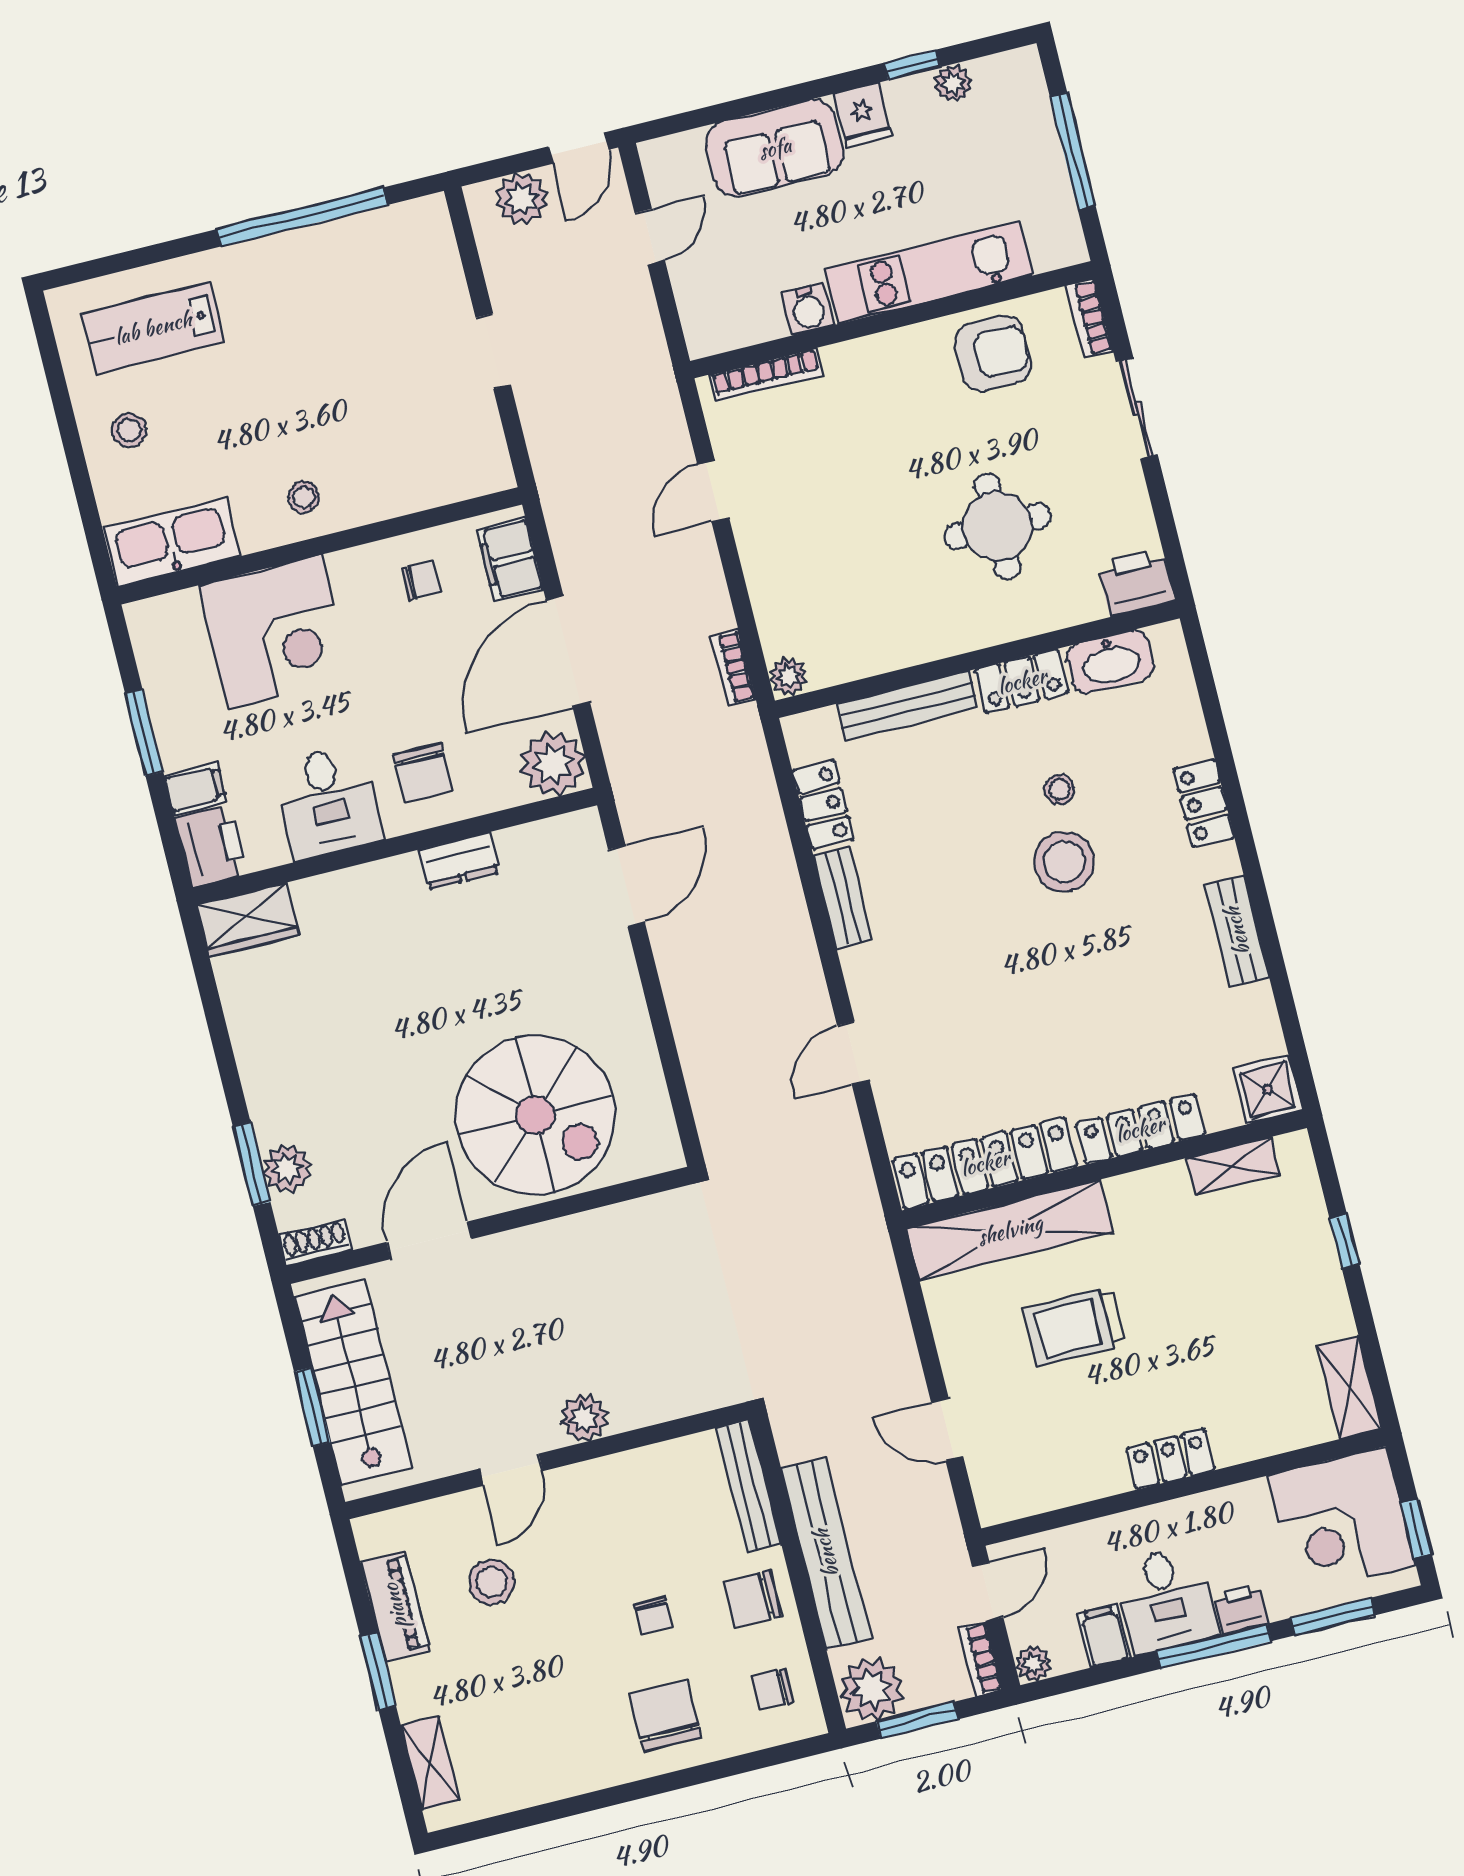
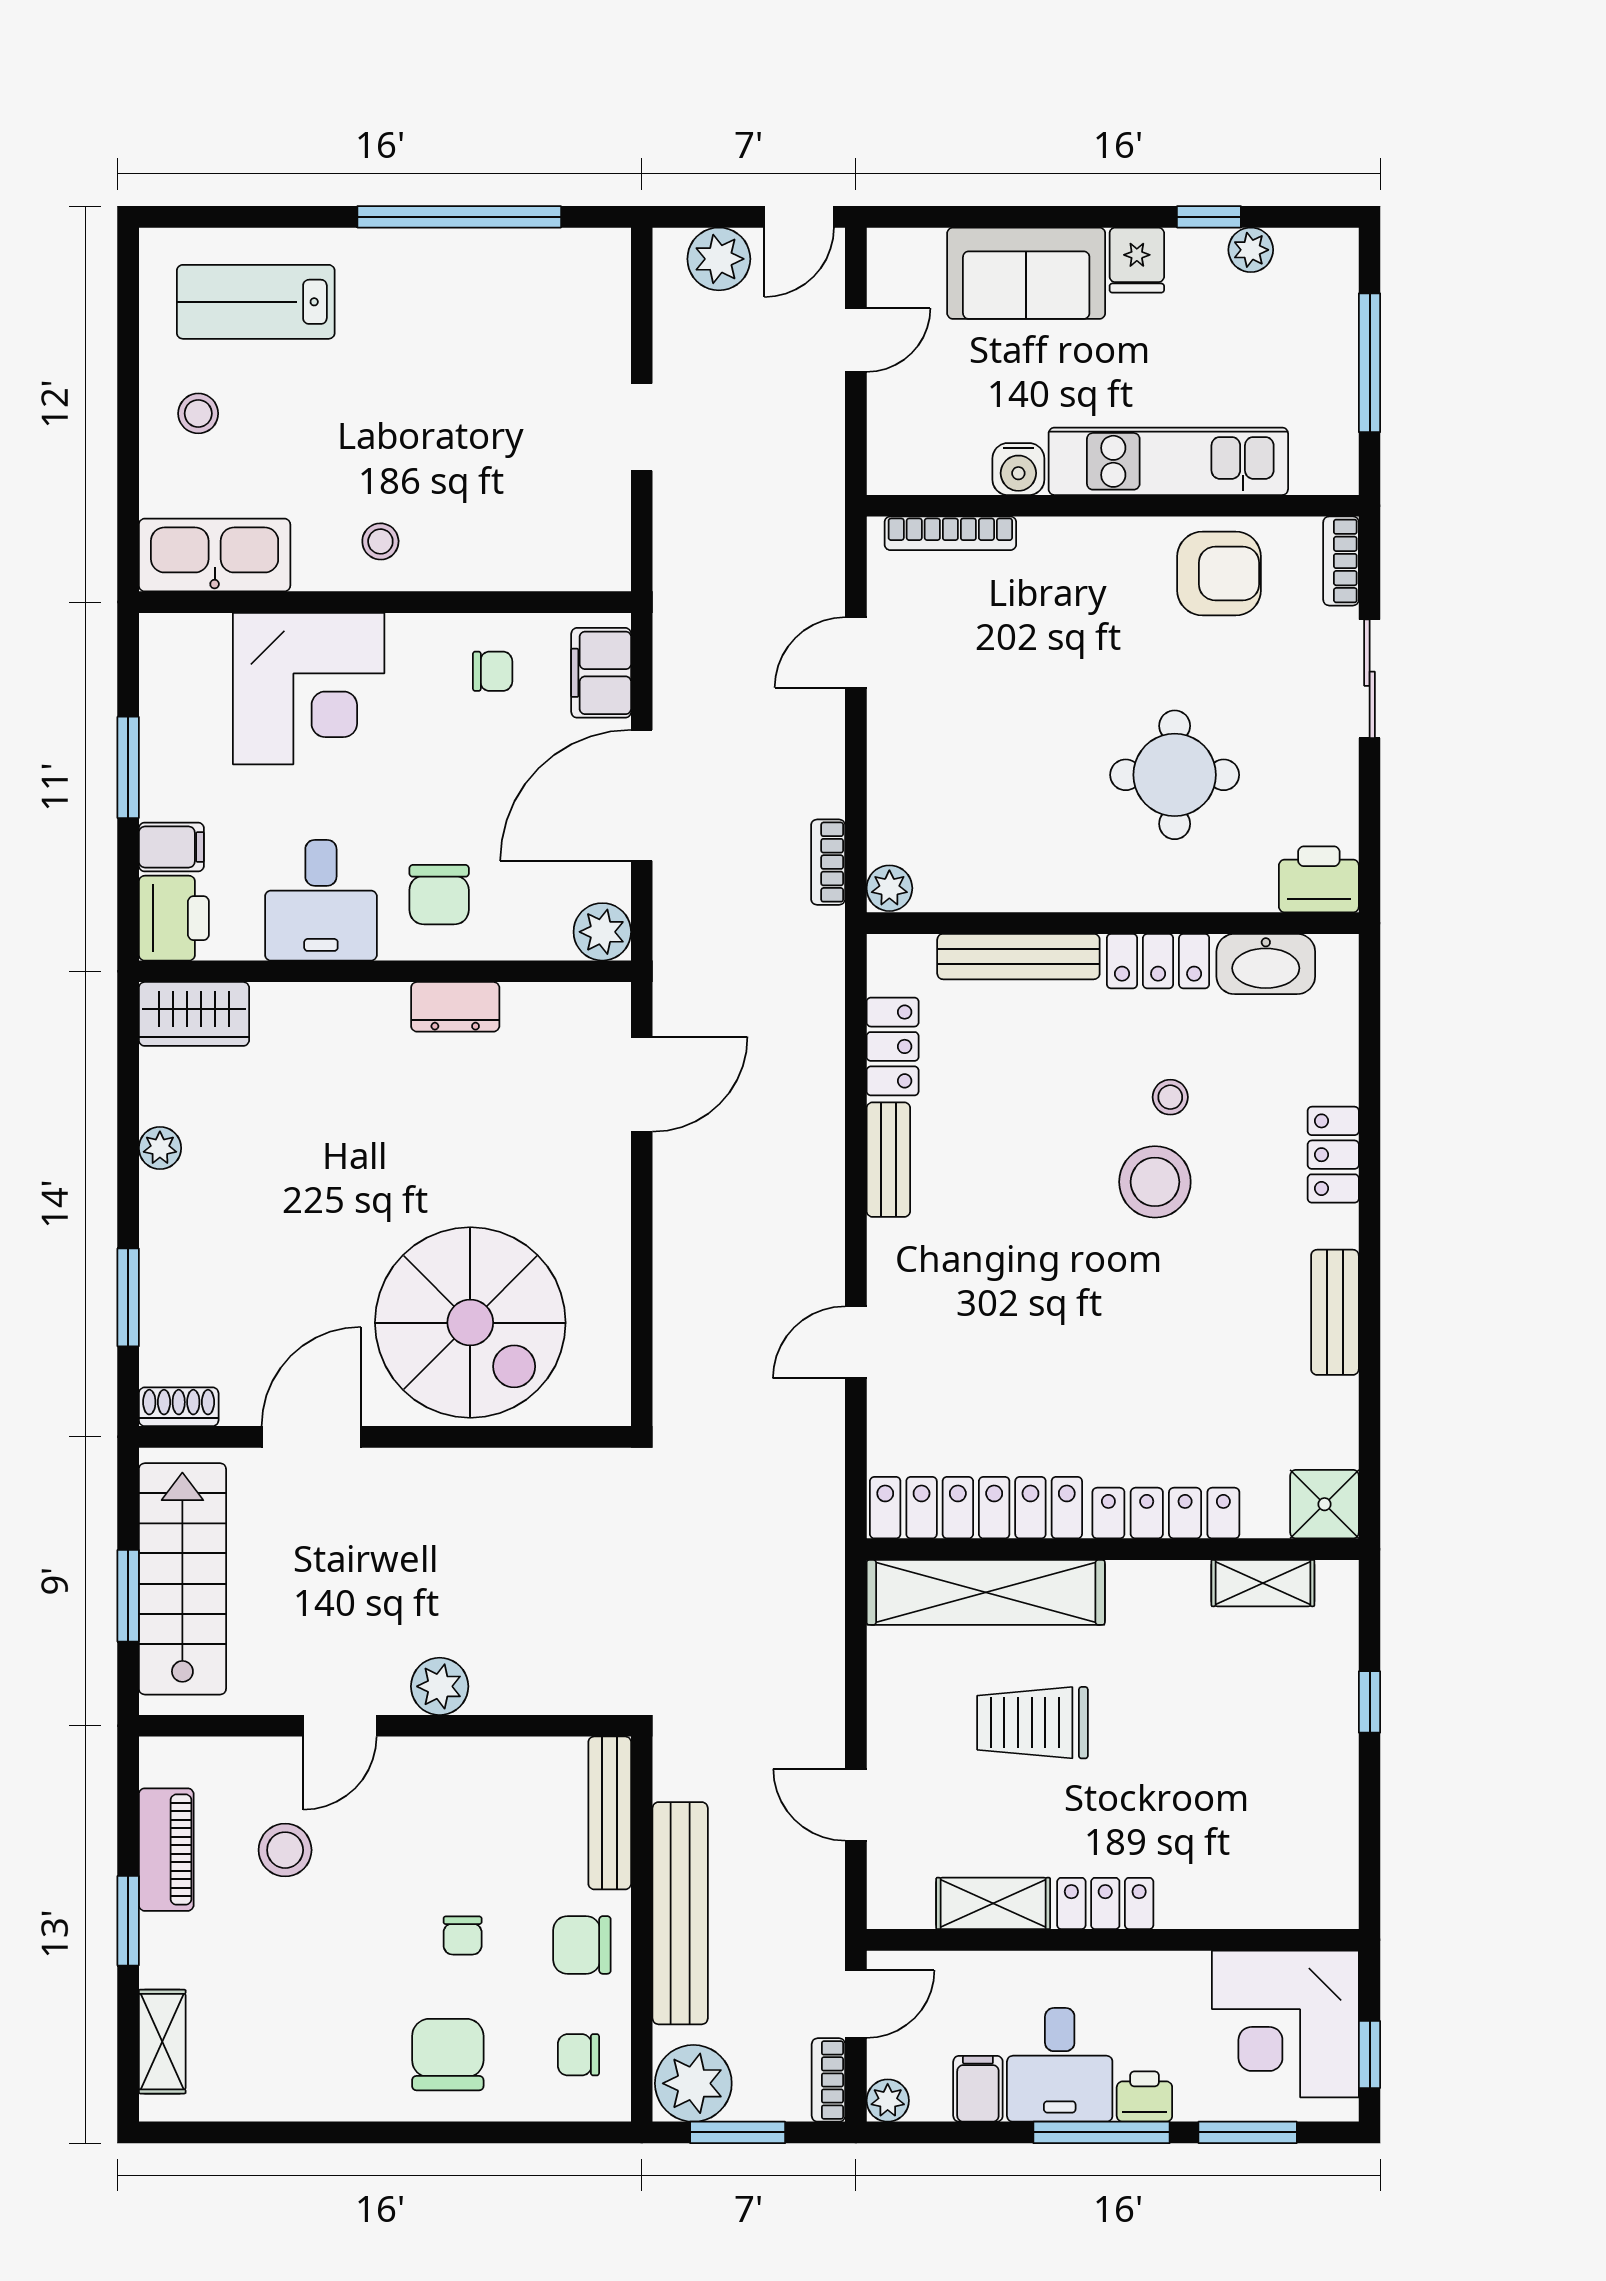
plant: (553, 764) -> (602, 932), width x0.73, depth x0.73
plant: (287, 1169) -> (160, 1148), moved, width x0.73, depth x0.73
shelving: (1349, 1387) -> (993, 1903), moved, turned 90

